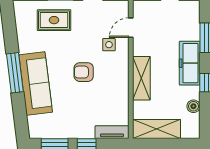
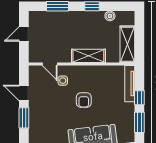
rug: (54, 20) -> (44, 123), removed
freezer: (190, 63) -> (77, 19), removed
tv unit: (112, 132) -> (130, 84), width x1.41

